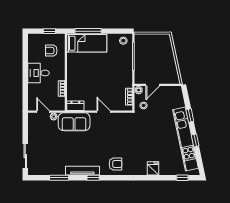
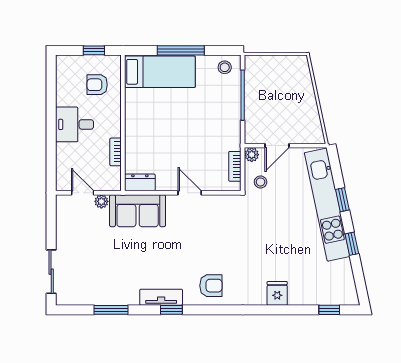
window: (88, 31) -> (181, 50), moved
kitchen unit: (186, 139) -> (327, 205), moved
tv unit: (82, 171) -> (161, 297), width x0.71

